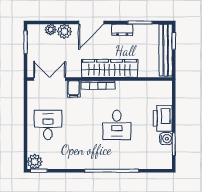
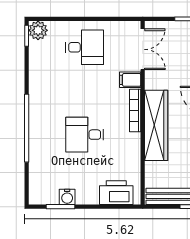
printer: (163, 118) -> (116, 193), moved

